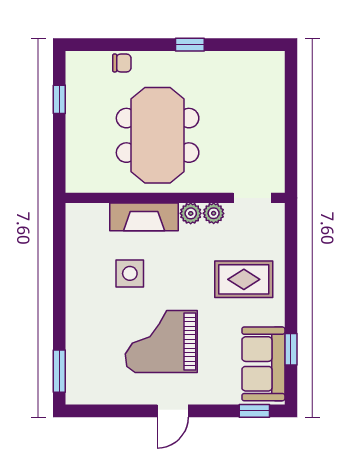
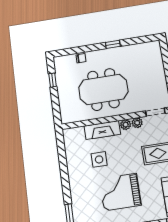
meeting table: (158, 135) -> (103, 89), turned 90

